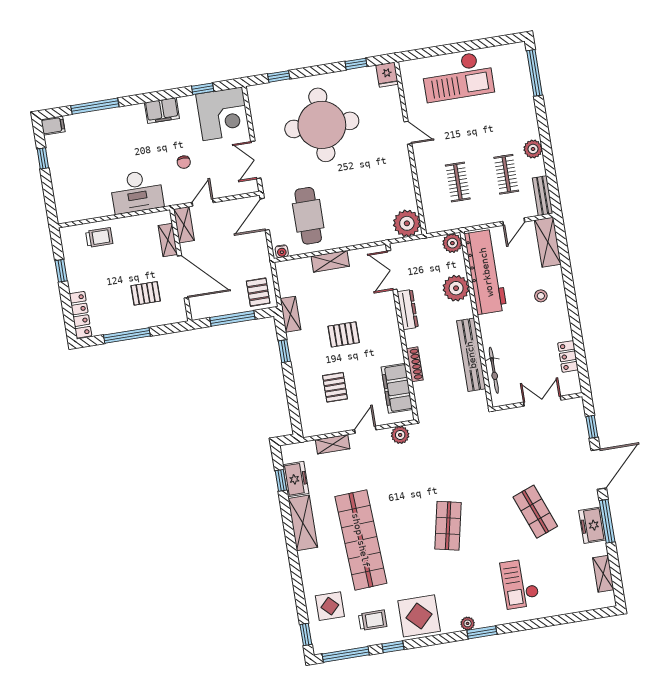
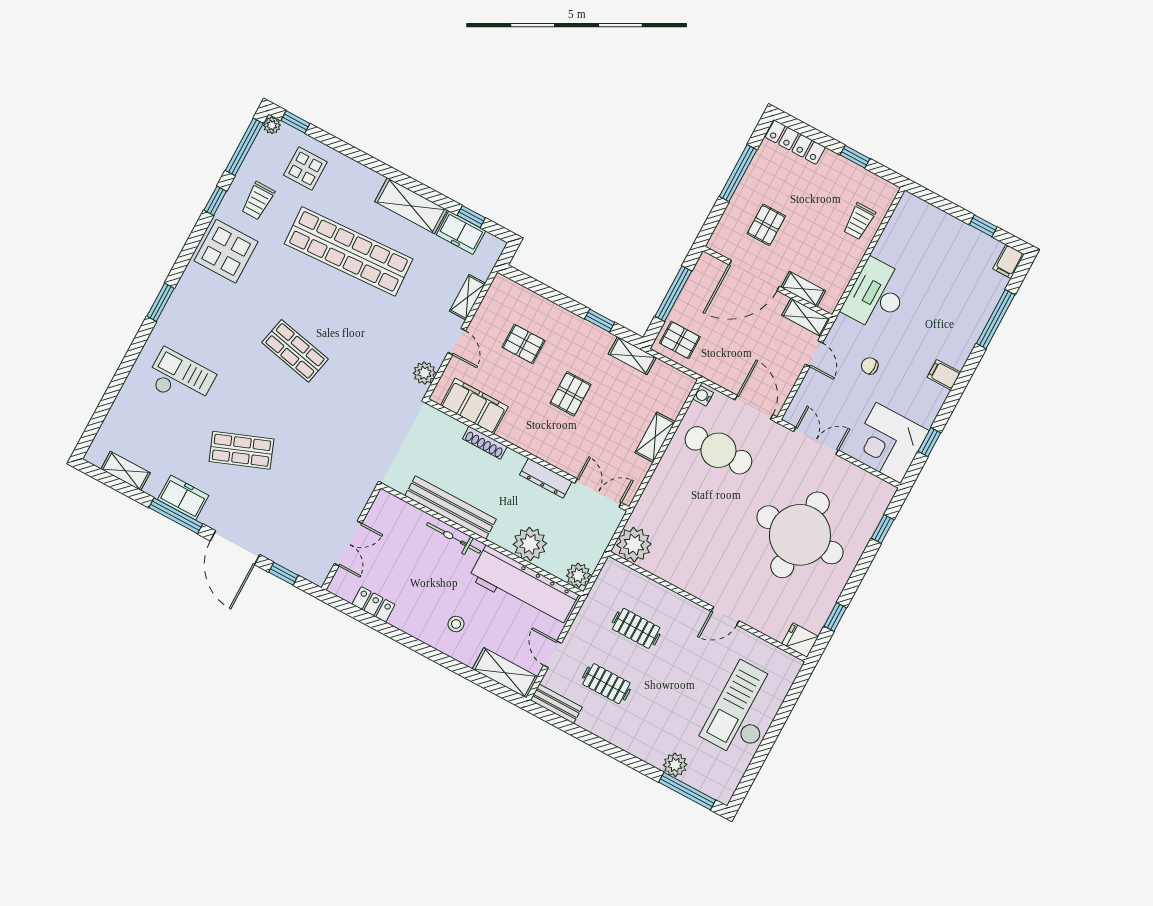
filing cabinet: (162, 111) -> (944, 375), width x0.50
plant: (533, 149) -> (675, 765), moved
bicycle: (494, 370) -> (454, 538), moved
plant: (468, 623) -> (272, 125), moved

